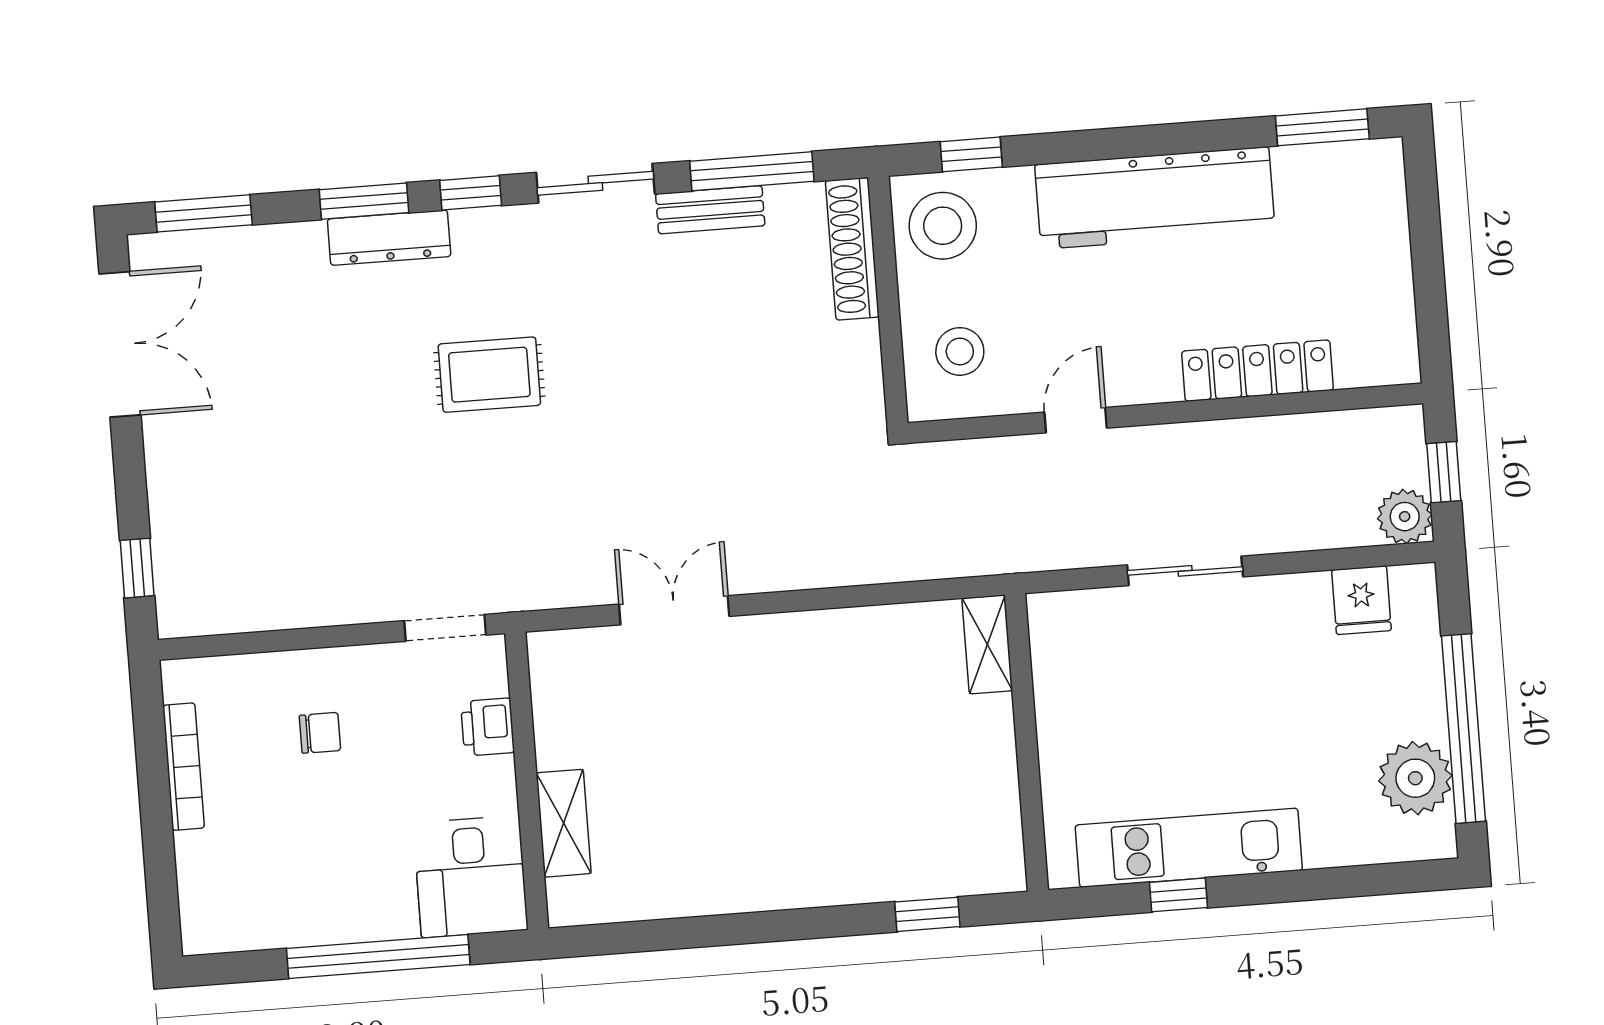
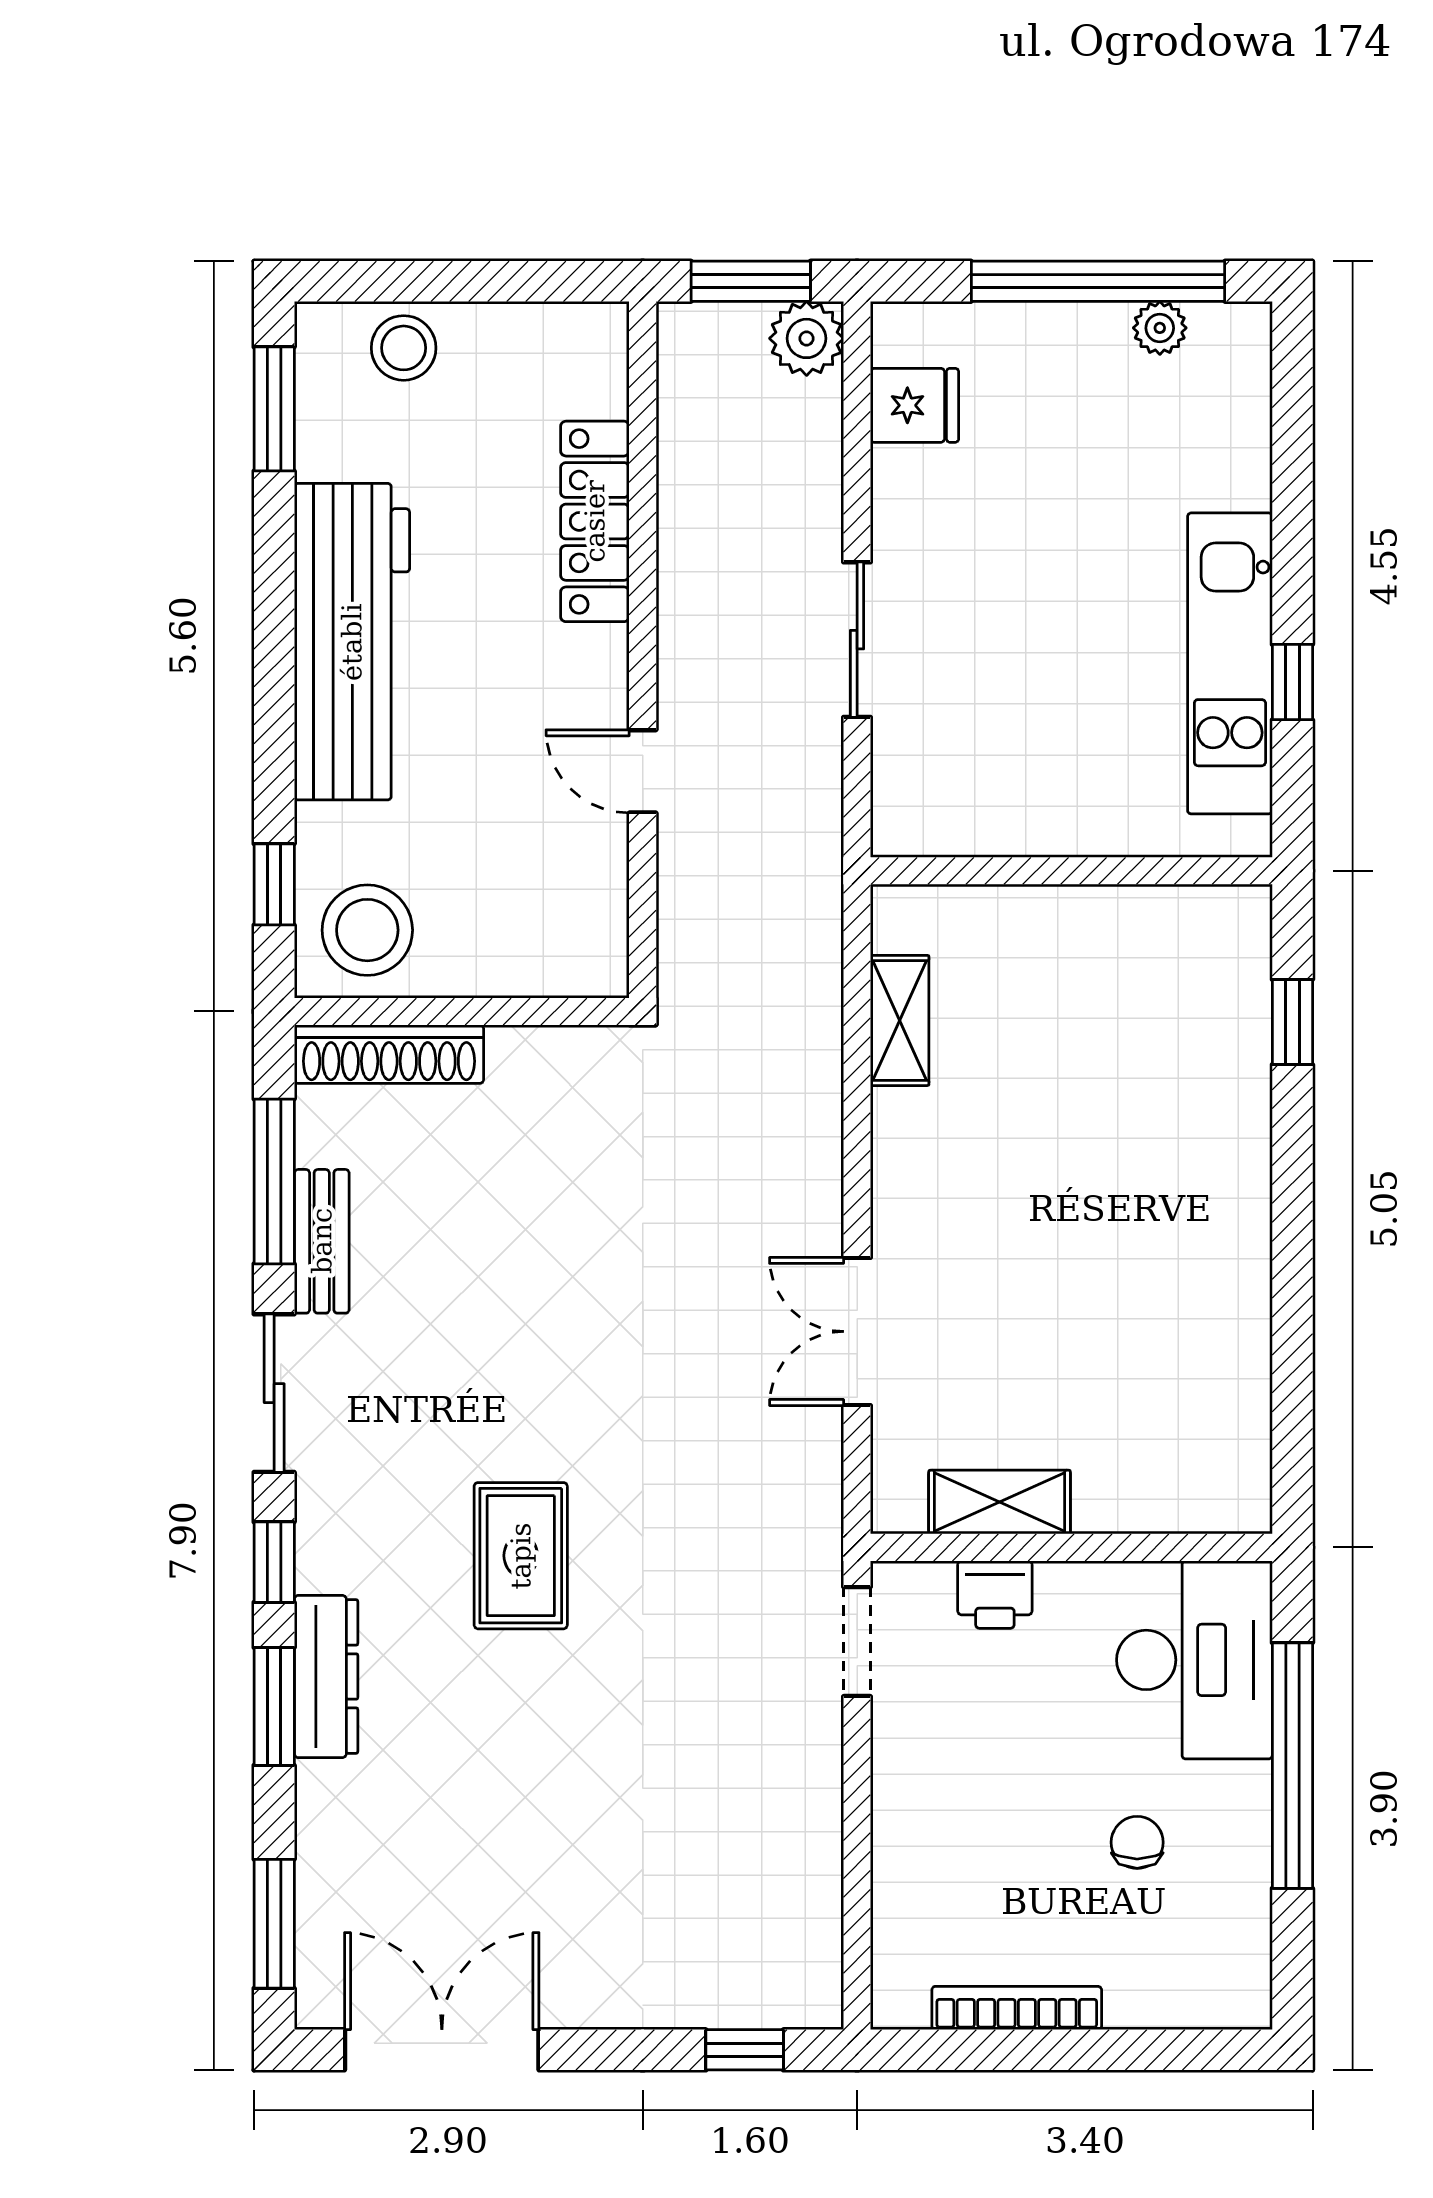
stool: (960, 351) -> (404, 348), moved
window: (1444, 472) -> (751, 281), width x1.50
shelving: (987, 644) -> (900, 1020), moved, turned 90
chair: (320, 733) -> (1137, 1842), moved
plant: (1415, 778) -> (1160, 328), width x0.53, depth x0.53
shelving: (564, 823) -> (1000, 1502), moved
desk: (471, 877) -> (1194, 1660), width x1.37

